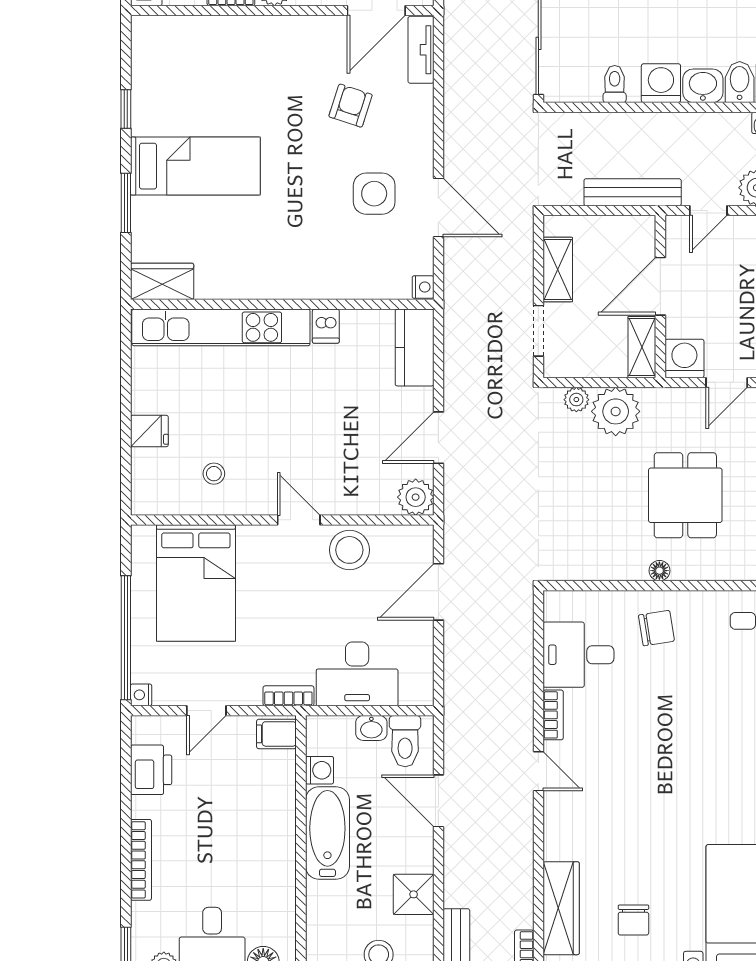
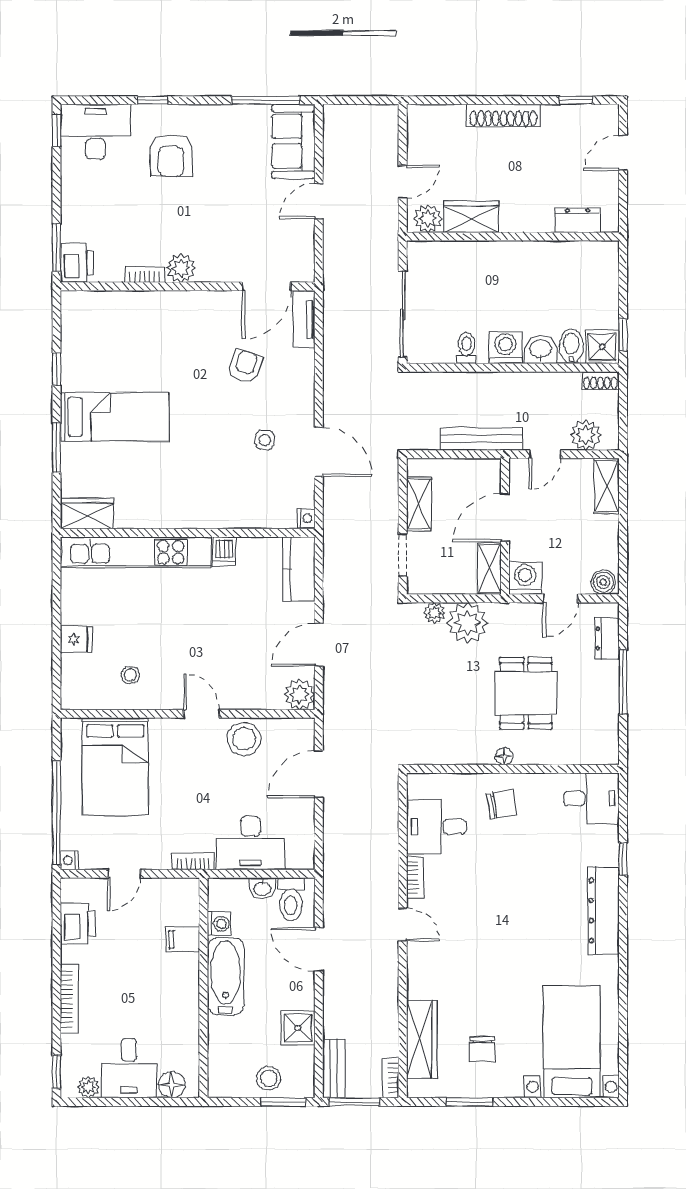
side table: (374, 194) -> (265, 440), width x0.54, depth x0.54
filing cabinet: (276, 734) -> (183, 940), moved

